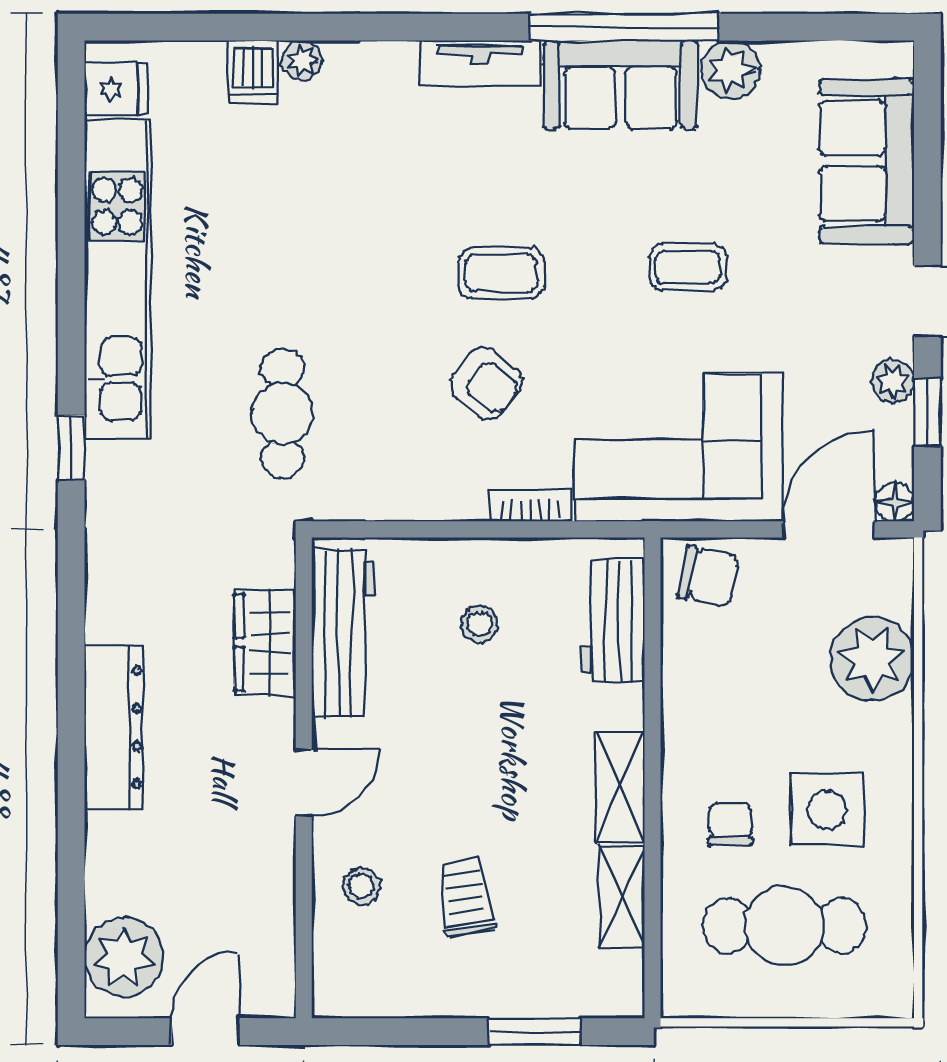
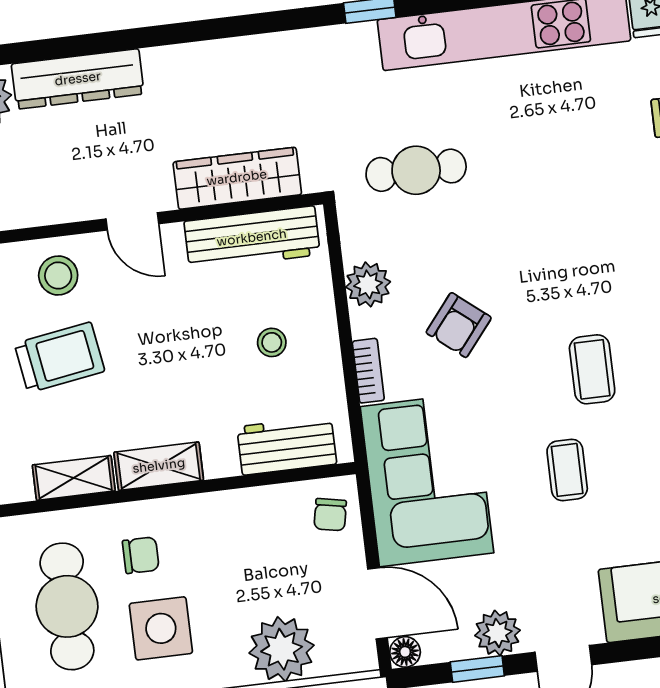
coffee table: (501, 273) -> (592, 369), moved
plant: (893, 381) -> (497, 633), width x1.38, depth x1.38
plant: (421, 492) -> (368, 284), added
chair: (708, 576) -> (330, 515), width x0.73, depth x0.73
wardrobe: (265, 643) -> (237, 178), width x1.50
dresser: (114, 727) -> (78, 79), moved
stool: (361, 886) -> (58, 275), width x1.37, depth x1.37
trolley: (466, 897) -> (59, 357), width x1.36, depth x1.39

